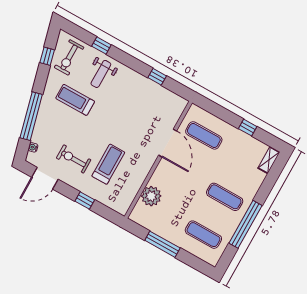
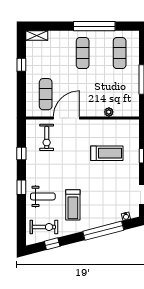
window: (101, 46) -> (21, 187), moved
exercise bike: (74, 159) -> (47, 137), moved
treadmill: (108, 164) -> (107, 153), turned 180
plant: (151, 196) -> (109, 112), width x0.53, depth x0.53

